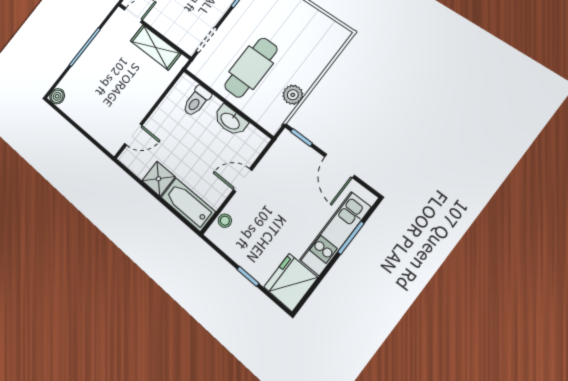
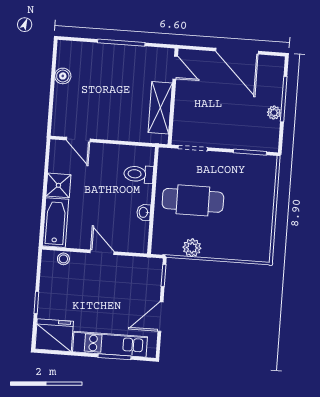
boiler: (57, 96) -> (63, 76), moved
washbasin: (230, 121) -> (144, 212), width x0.52, depth x0.69

